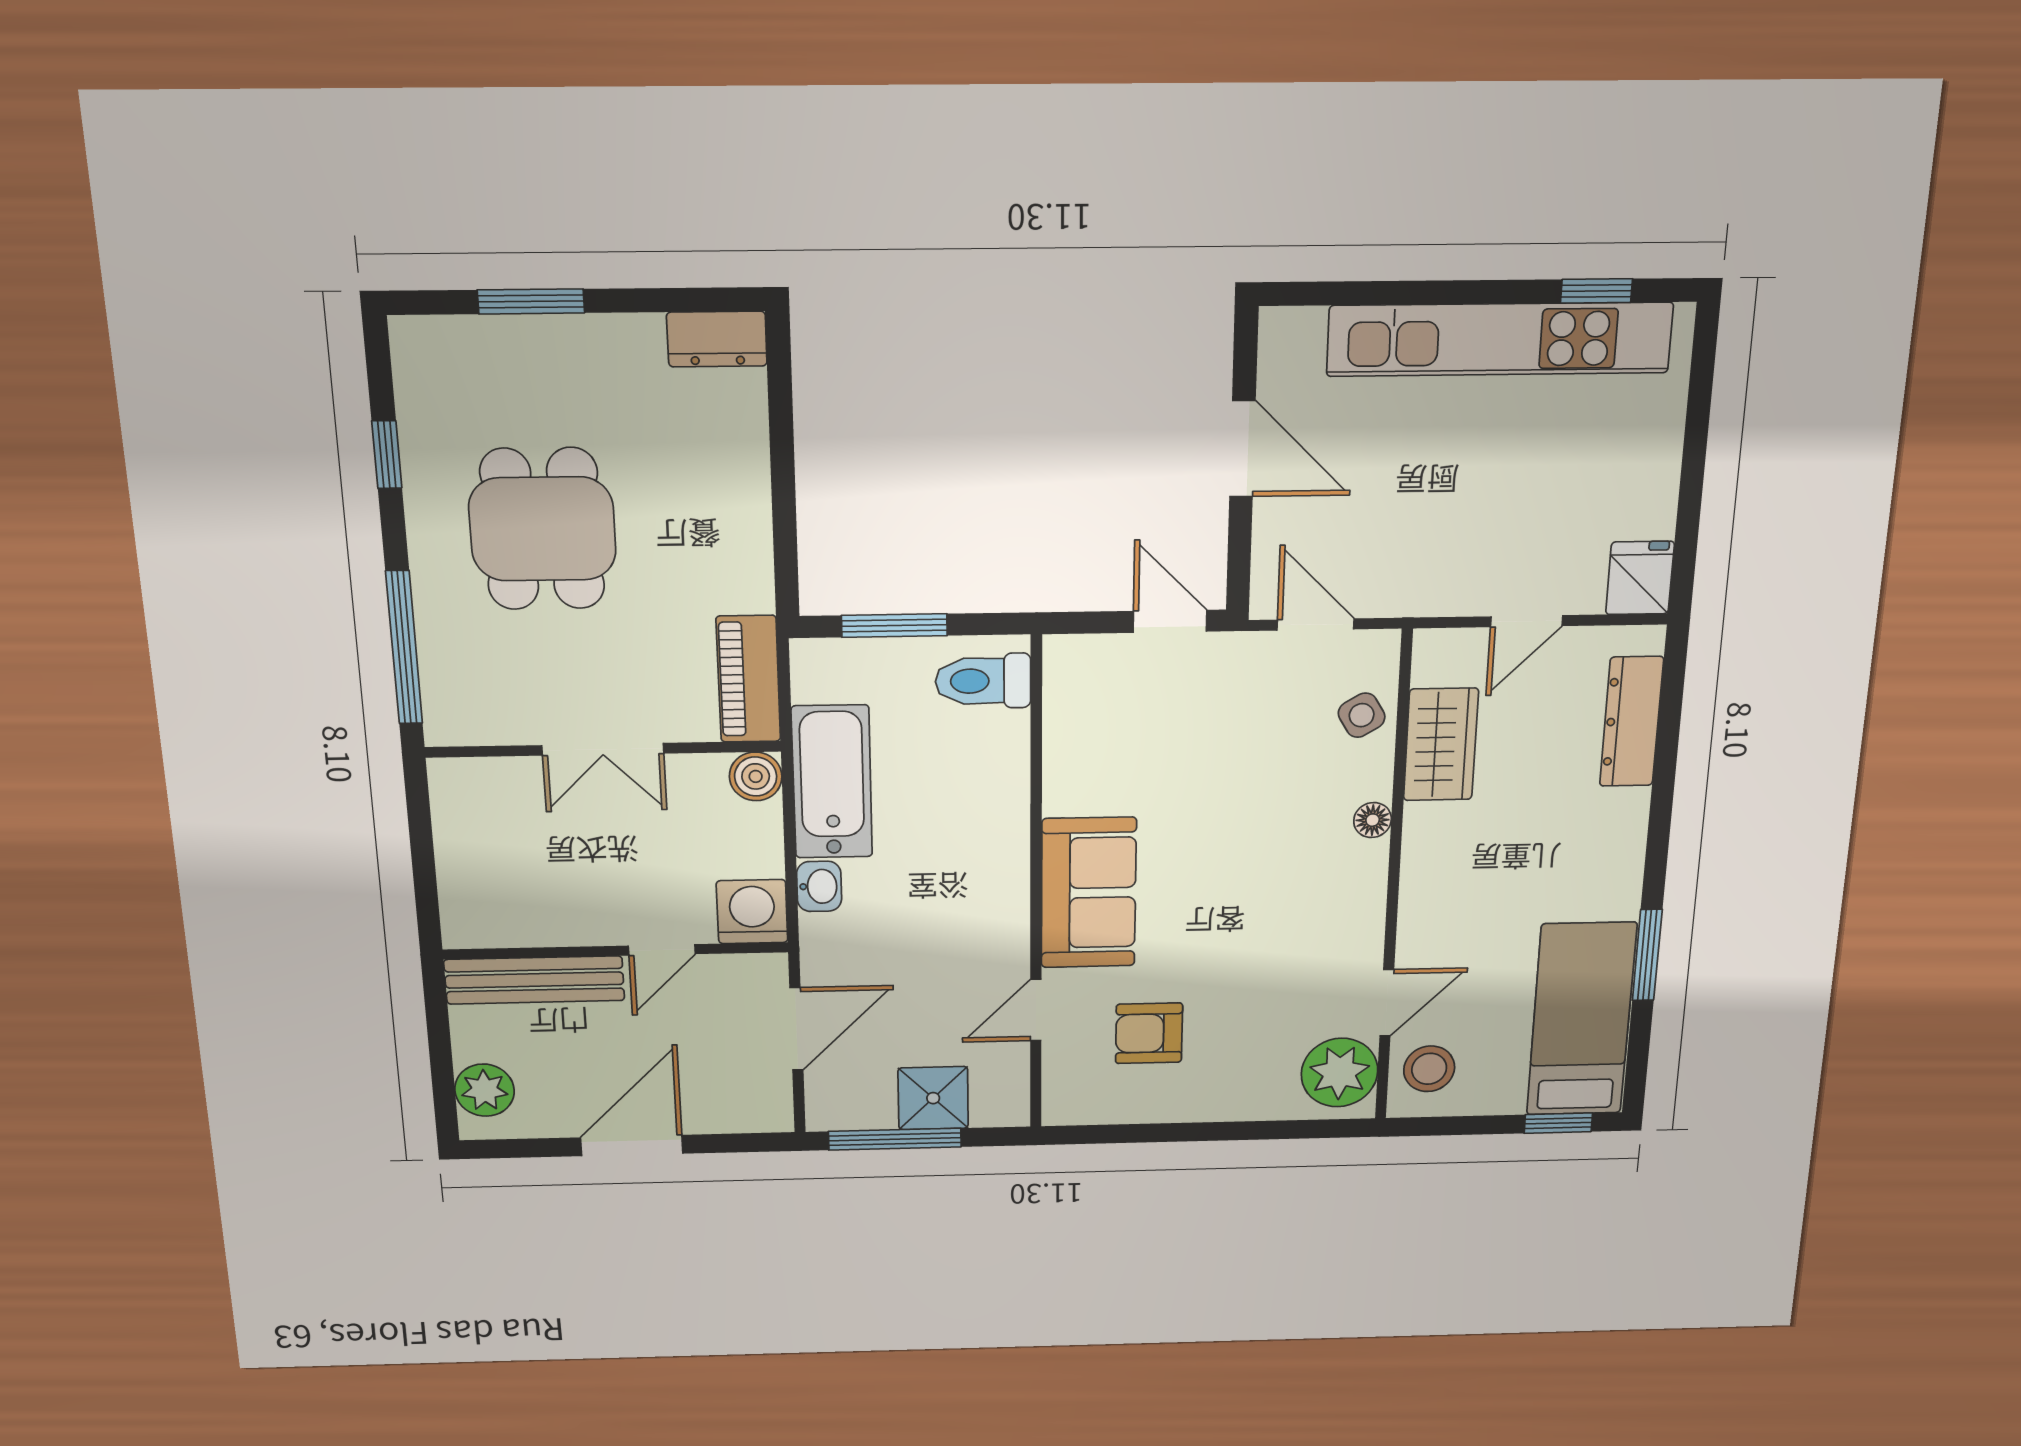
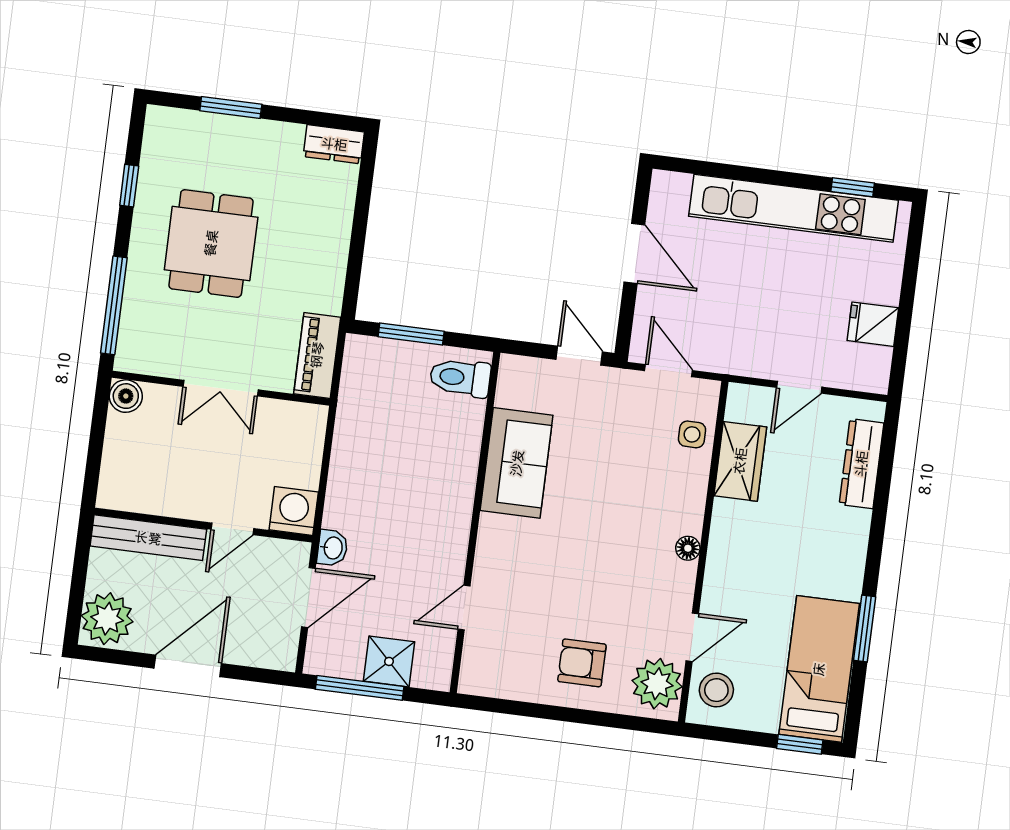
fridge: (1640, 578) -> (873, 324), moved, turned -90
side table: (1362, 715) -> (692, 434), turned 31
boiler: (756, 776) -> (126, 396), moved
bathtub: (832, 782) -> (358, 430), removed
floor lamp: (1373, 820) -> (688, 548), moved
washbasin: (819, 886) -> (332, 548), moved
sofa: (1089, 893) -> (517, 463), moved
armchair: (1149, 1033) -> (582, 663), moved
plant: (485, 1090) -> (107, 619), width x1.36, depth x1.36

